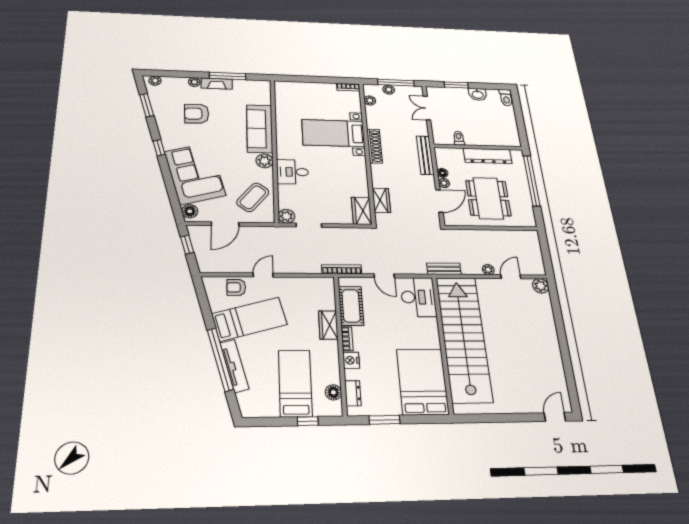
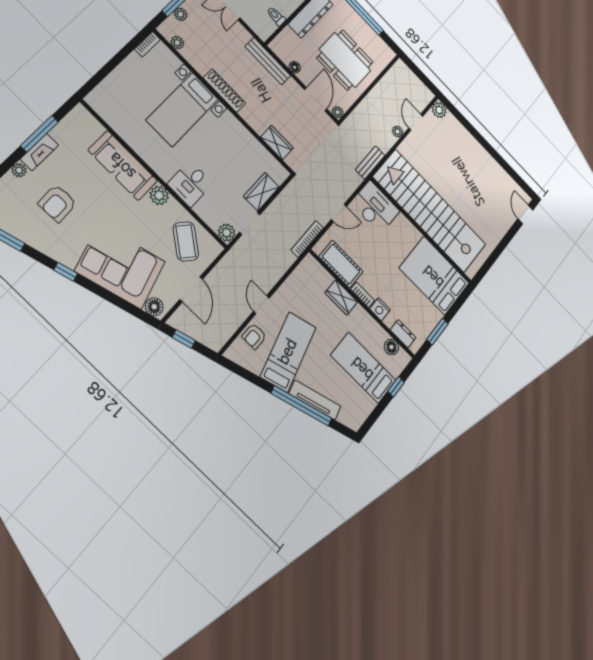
plant: (444, 183) -> (338, 112), moved
wardrobe: (362, 211) -> (261, 192), moved, turned 90

